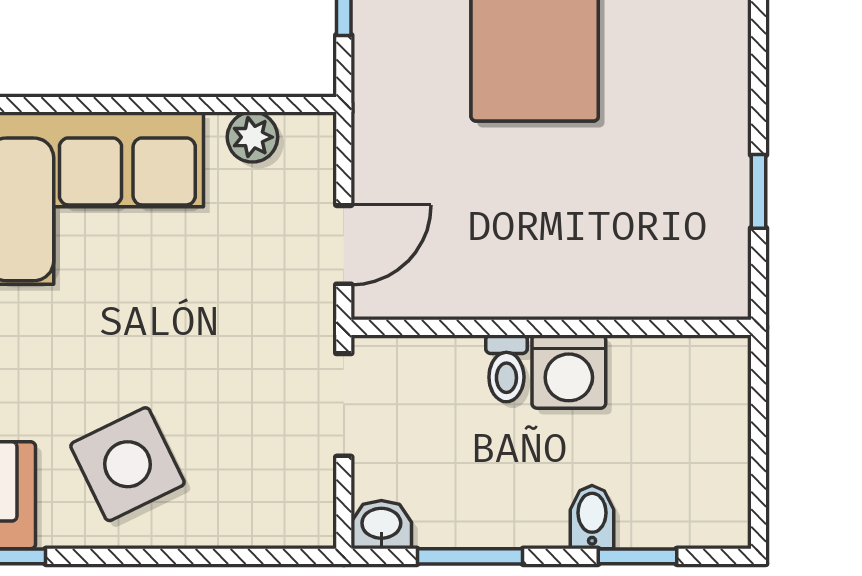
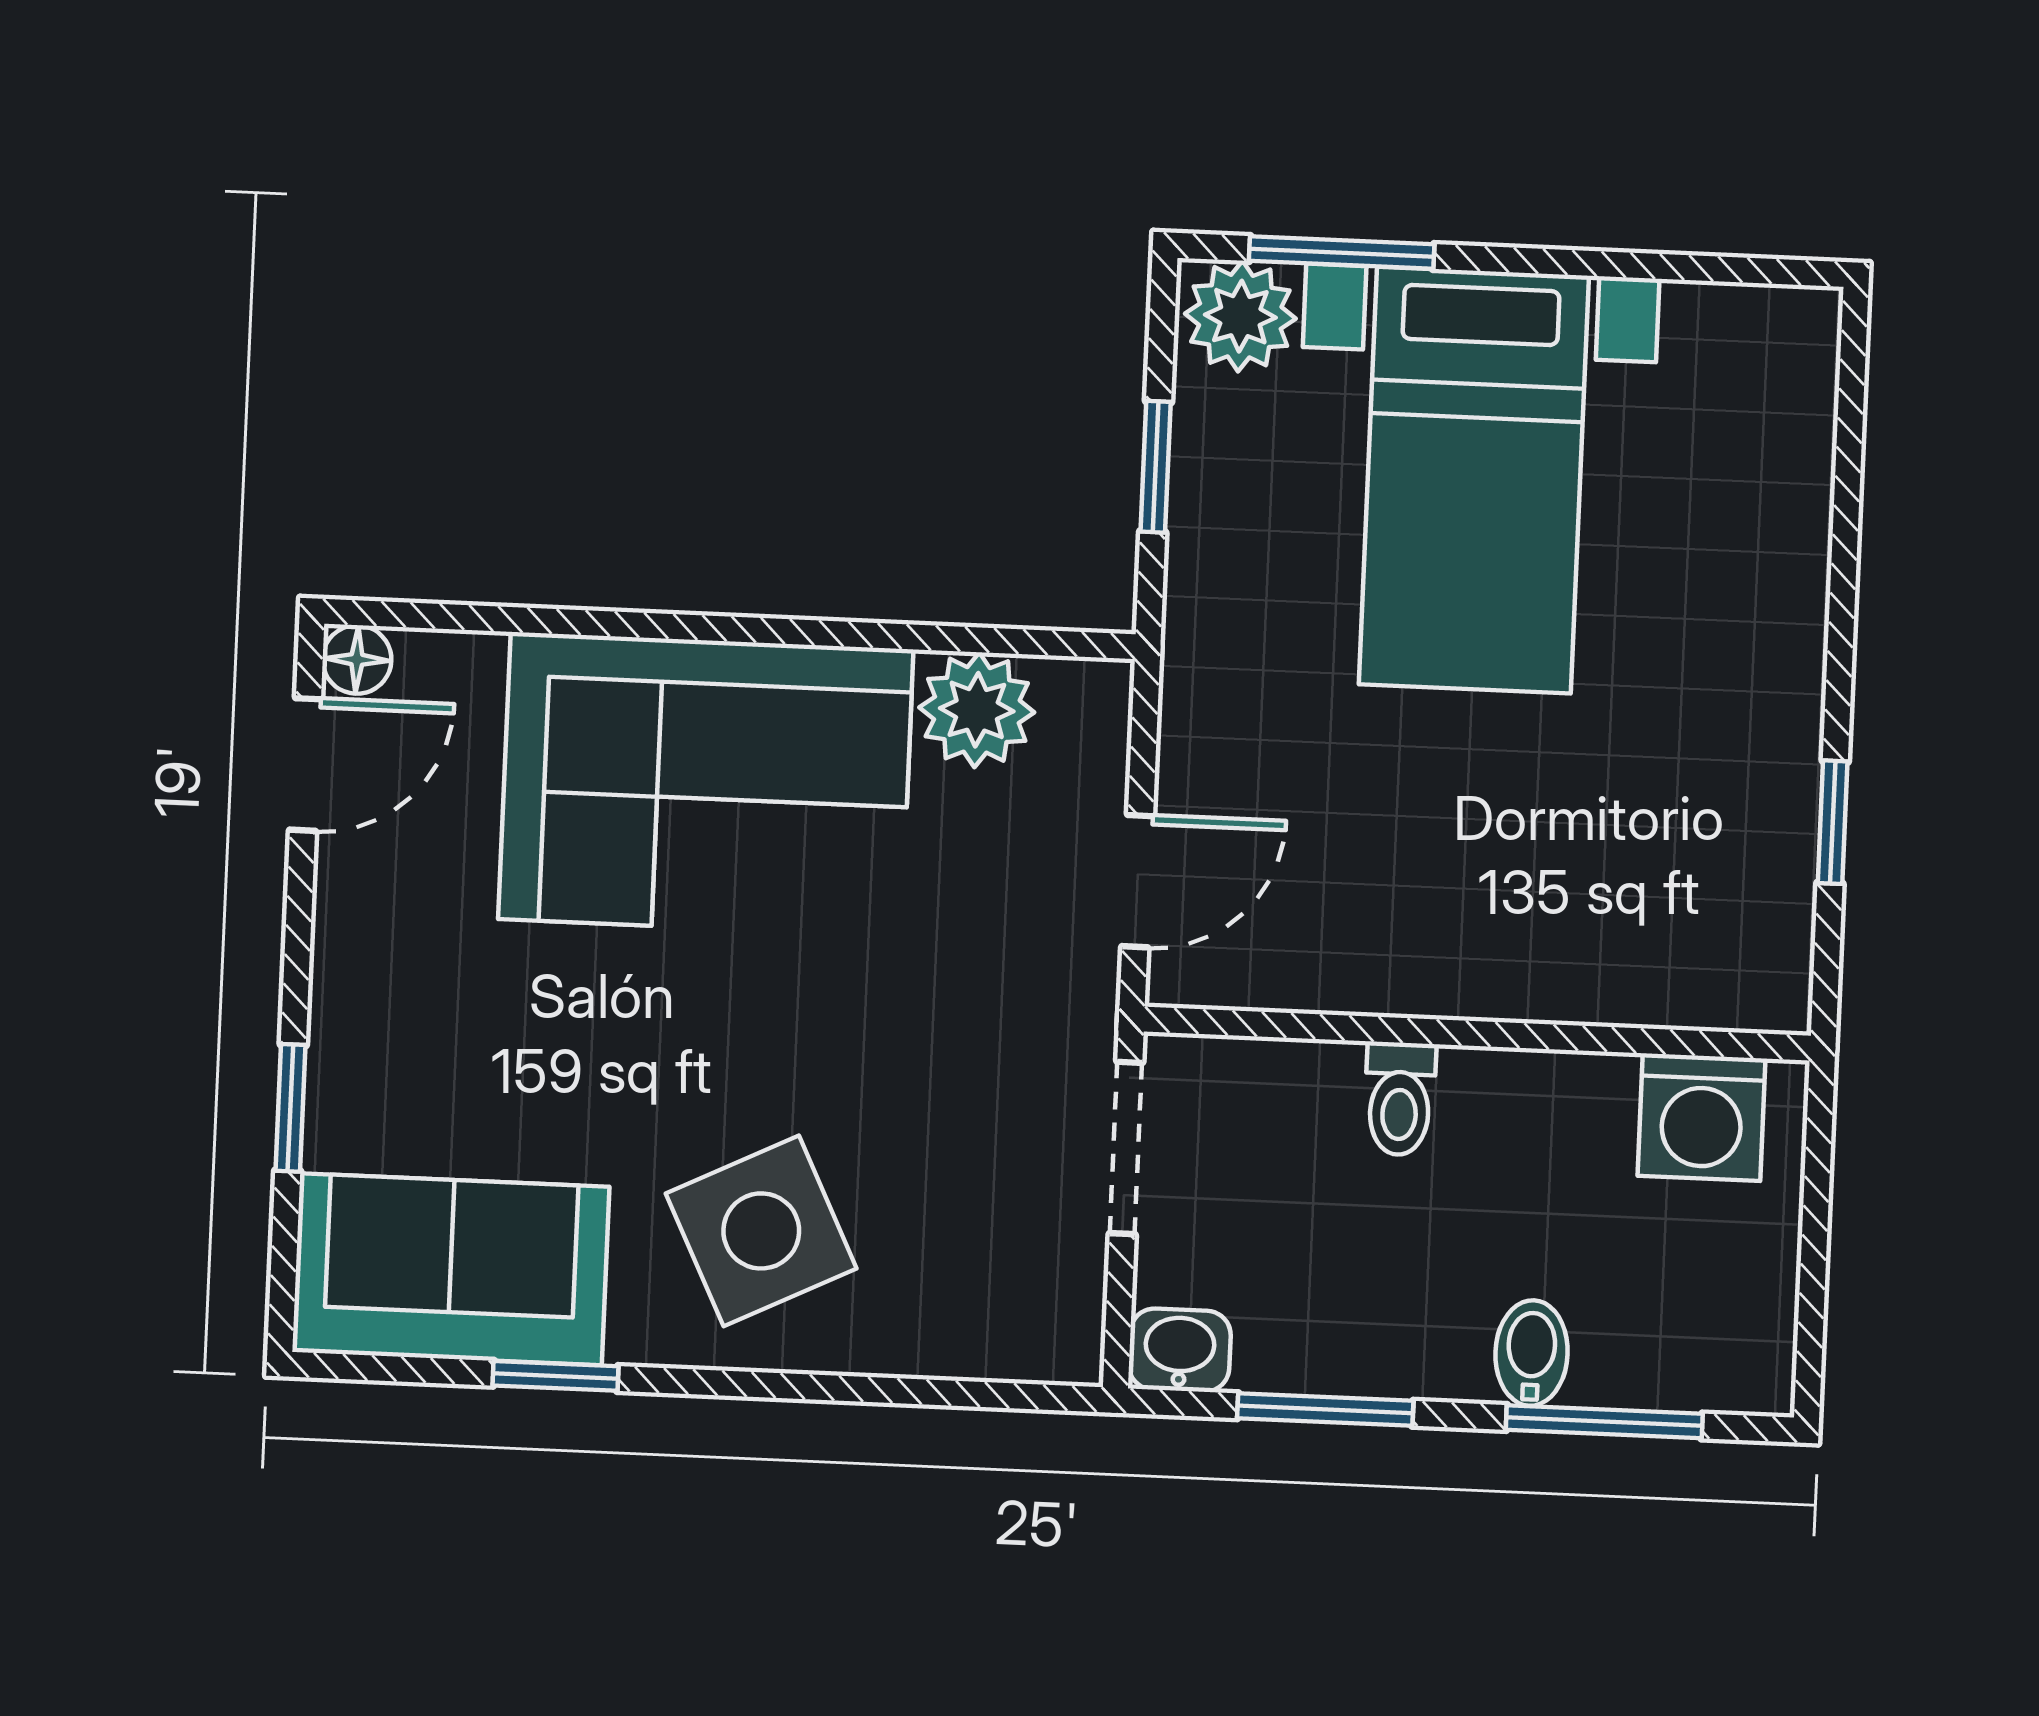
plant: (252, 137) -> (977, 710), width x1.38, depth x1.38
washing machine: (569, 372) -> (1702, 1117), moved
window: (637, 556) -> (1604, 1422), width x1.50

